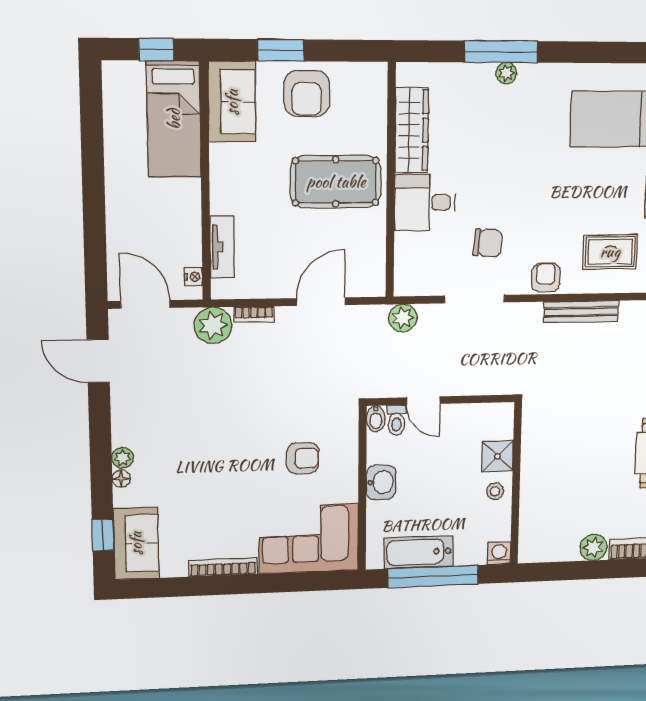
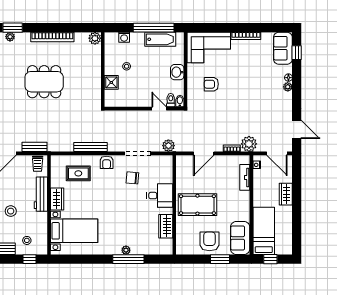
wardrobe: (412, 130) -> (166, 226), width x0.67
wardrobe: (121, 208) -> (286, 194), added
shower: (497, 456) -> (111, 82), moved
wall: (516, 484) -> (103, 70), moved
plant: (594, 547) -> (95, 38), moved

